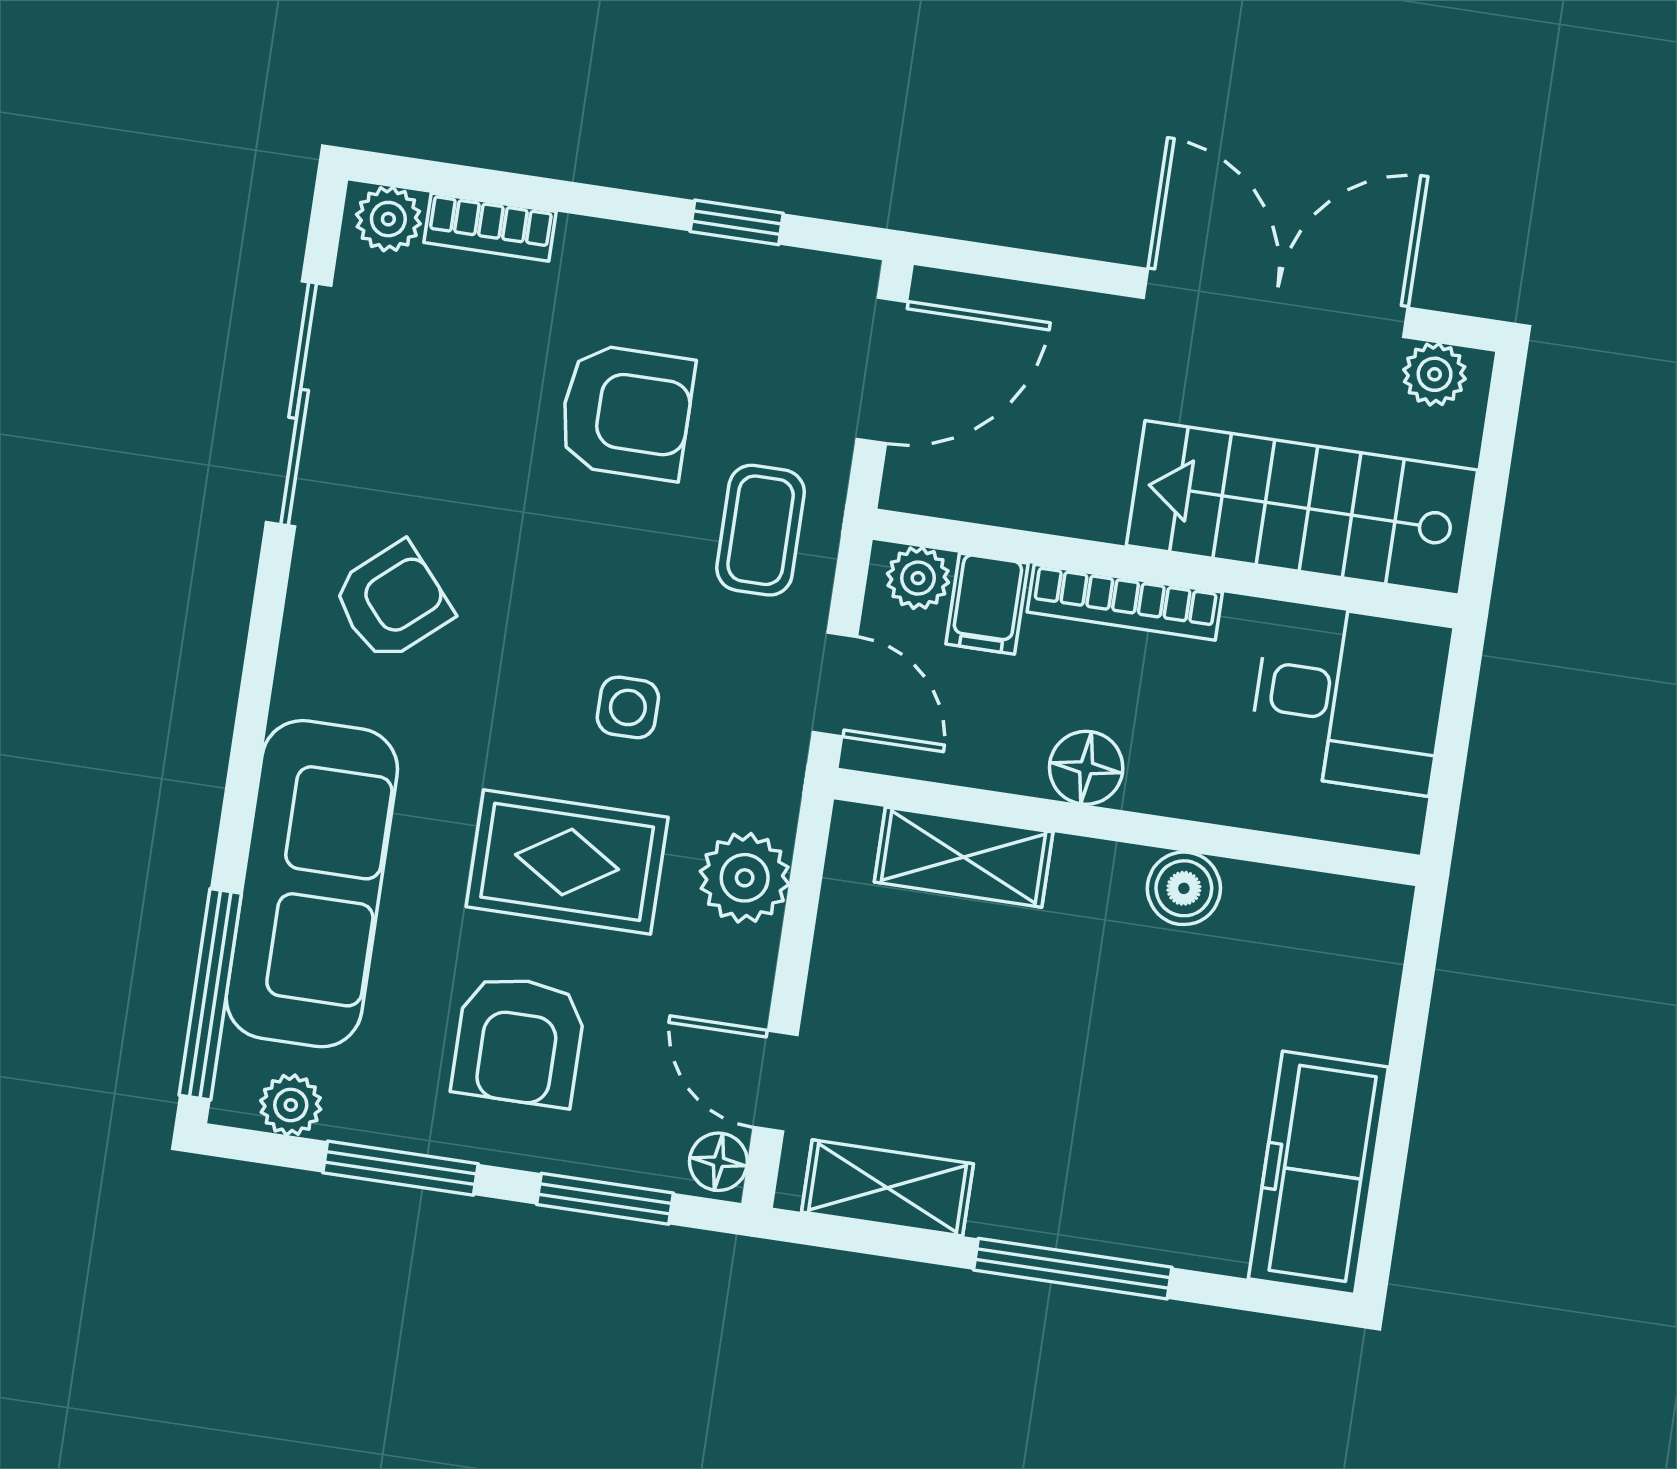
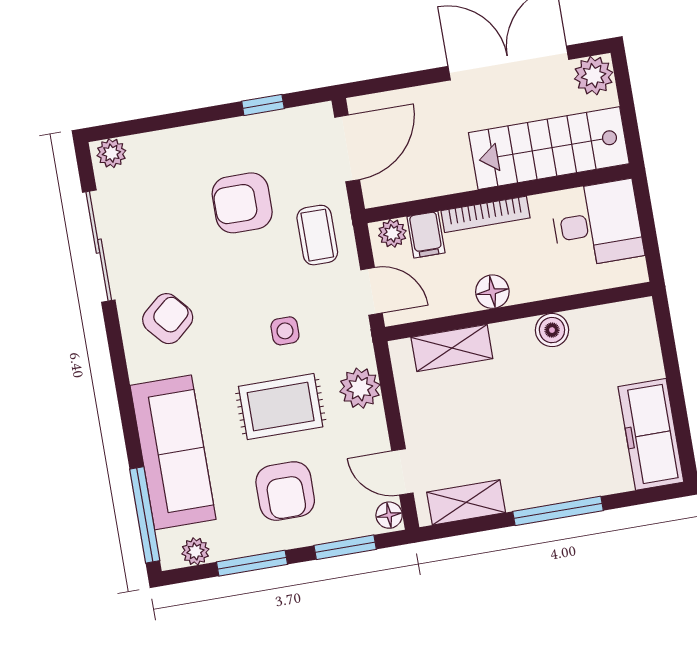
bookcase: (490, 227) -> (157, 142), removed
plant: (1435, 374) -> (594, 76), width x1.38, depth x1.38
armchair: (626, 412) -> (242, 203), turned 180

